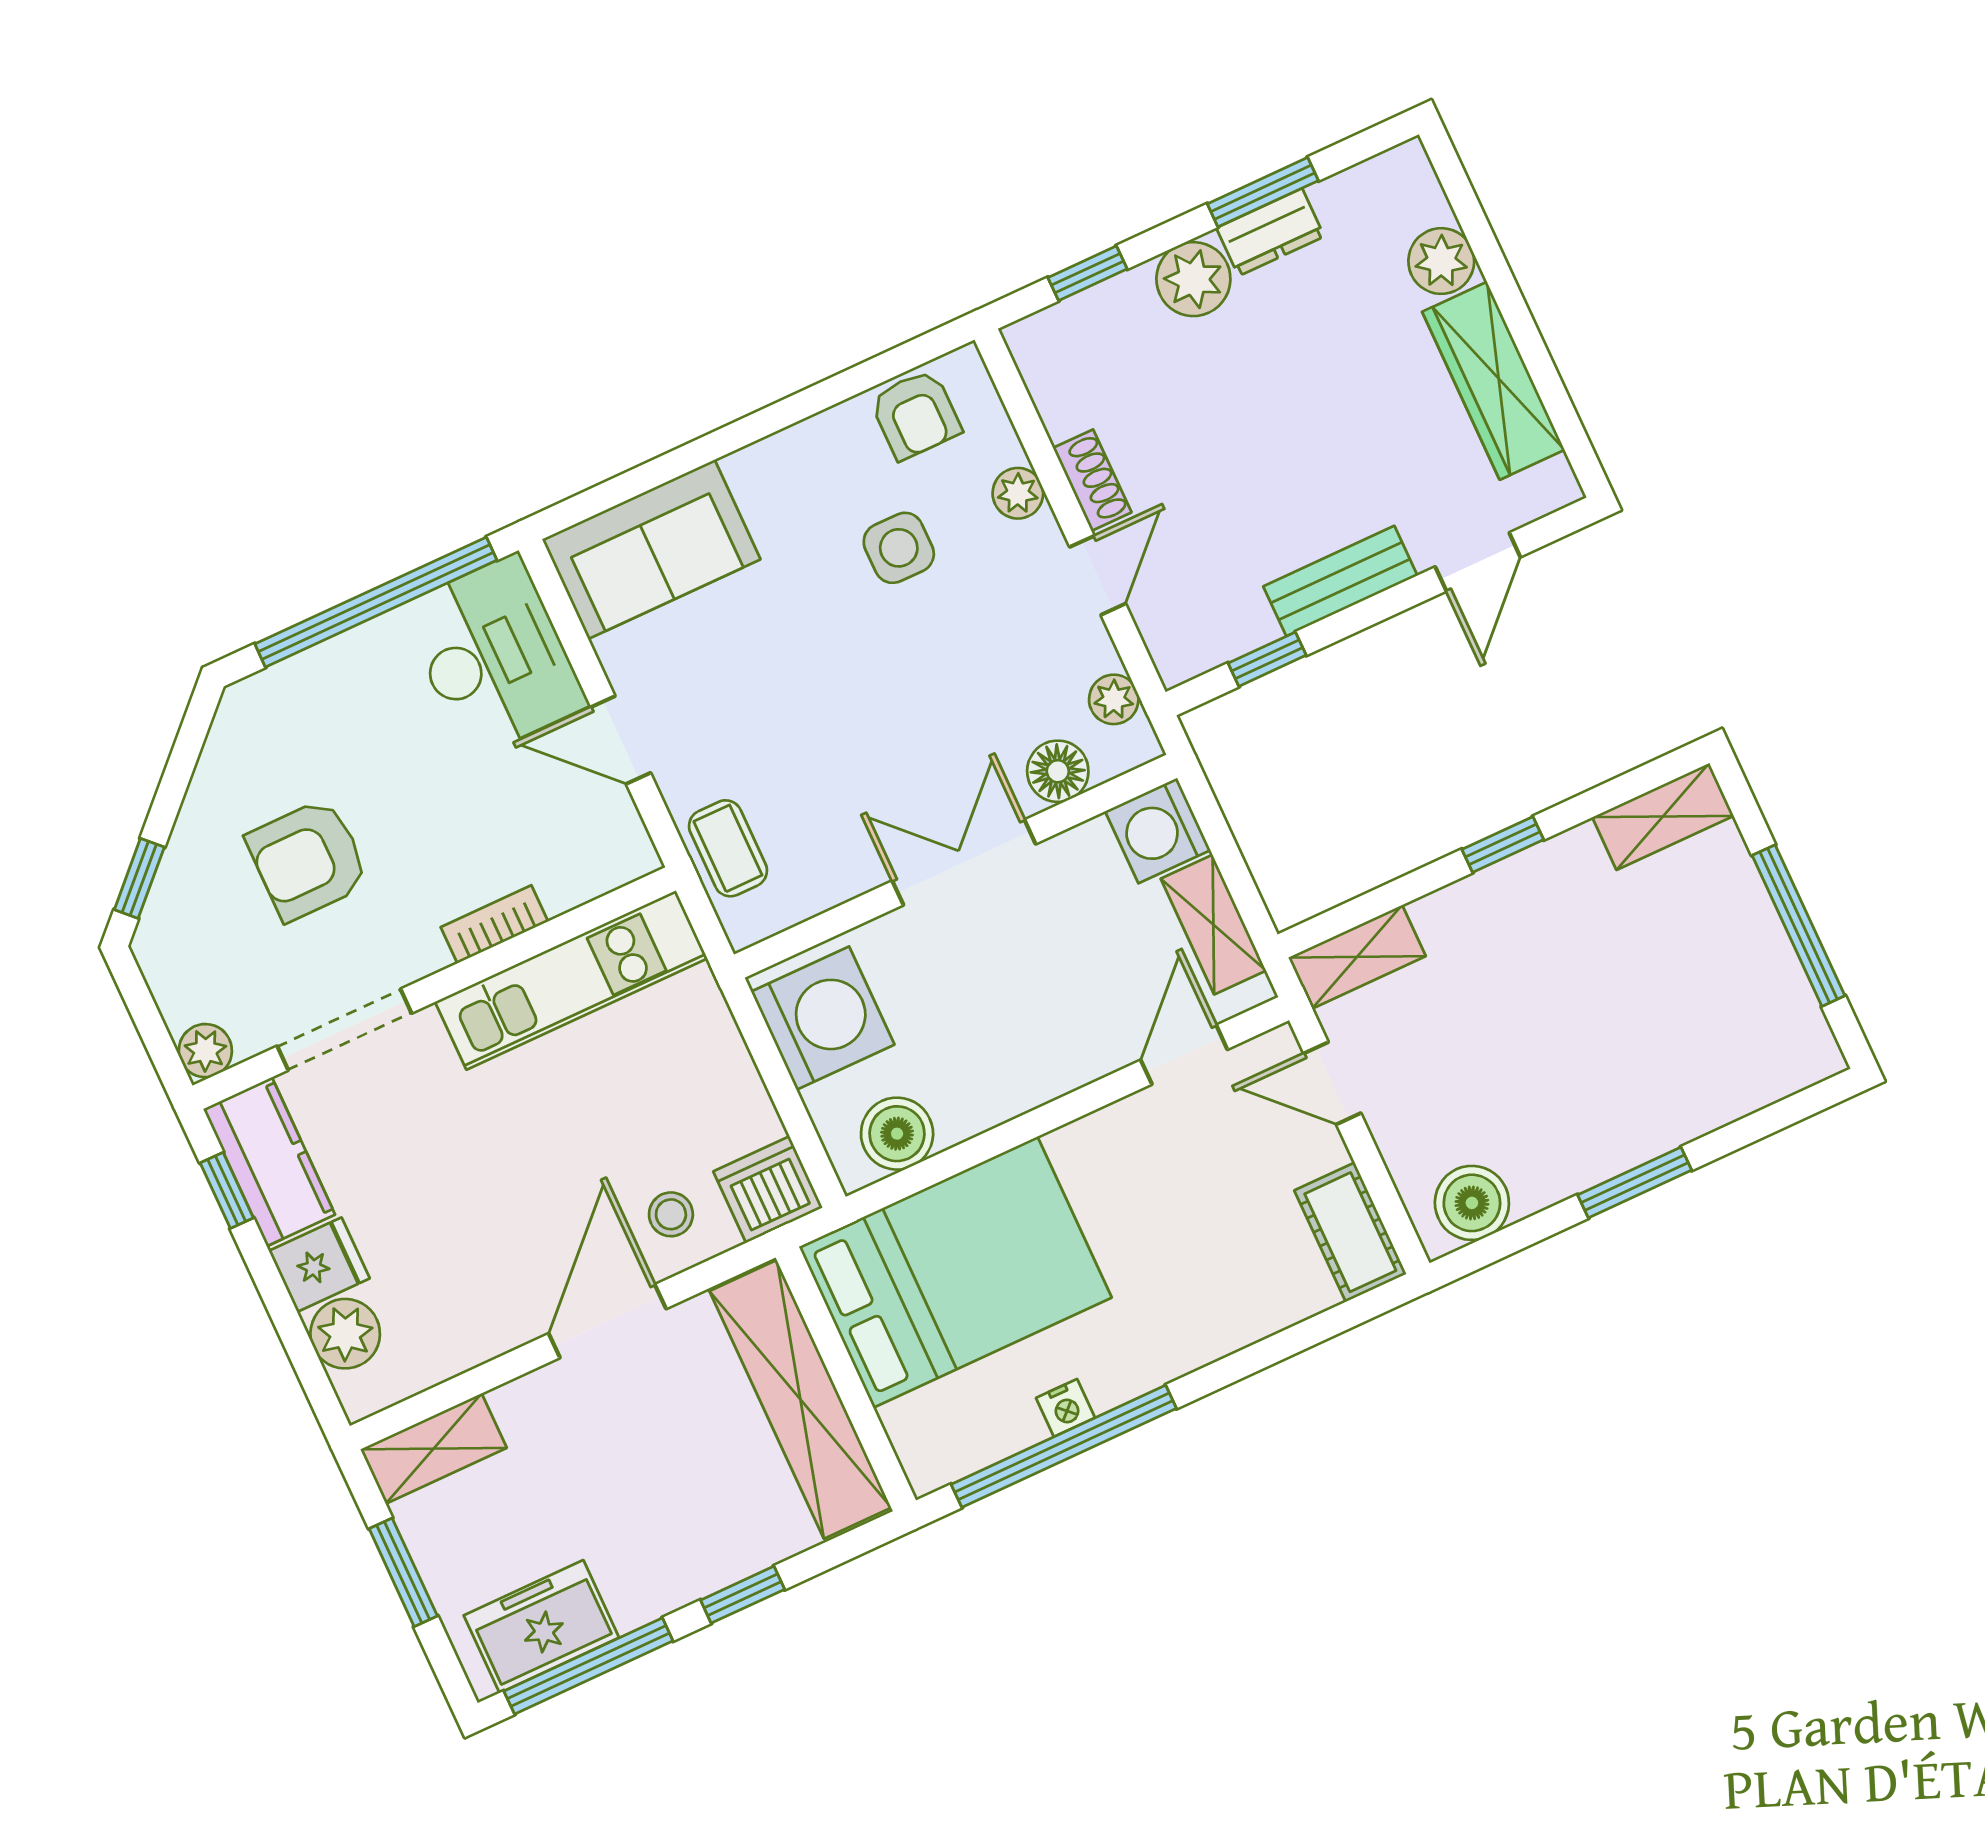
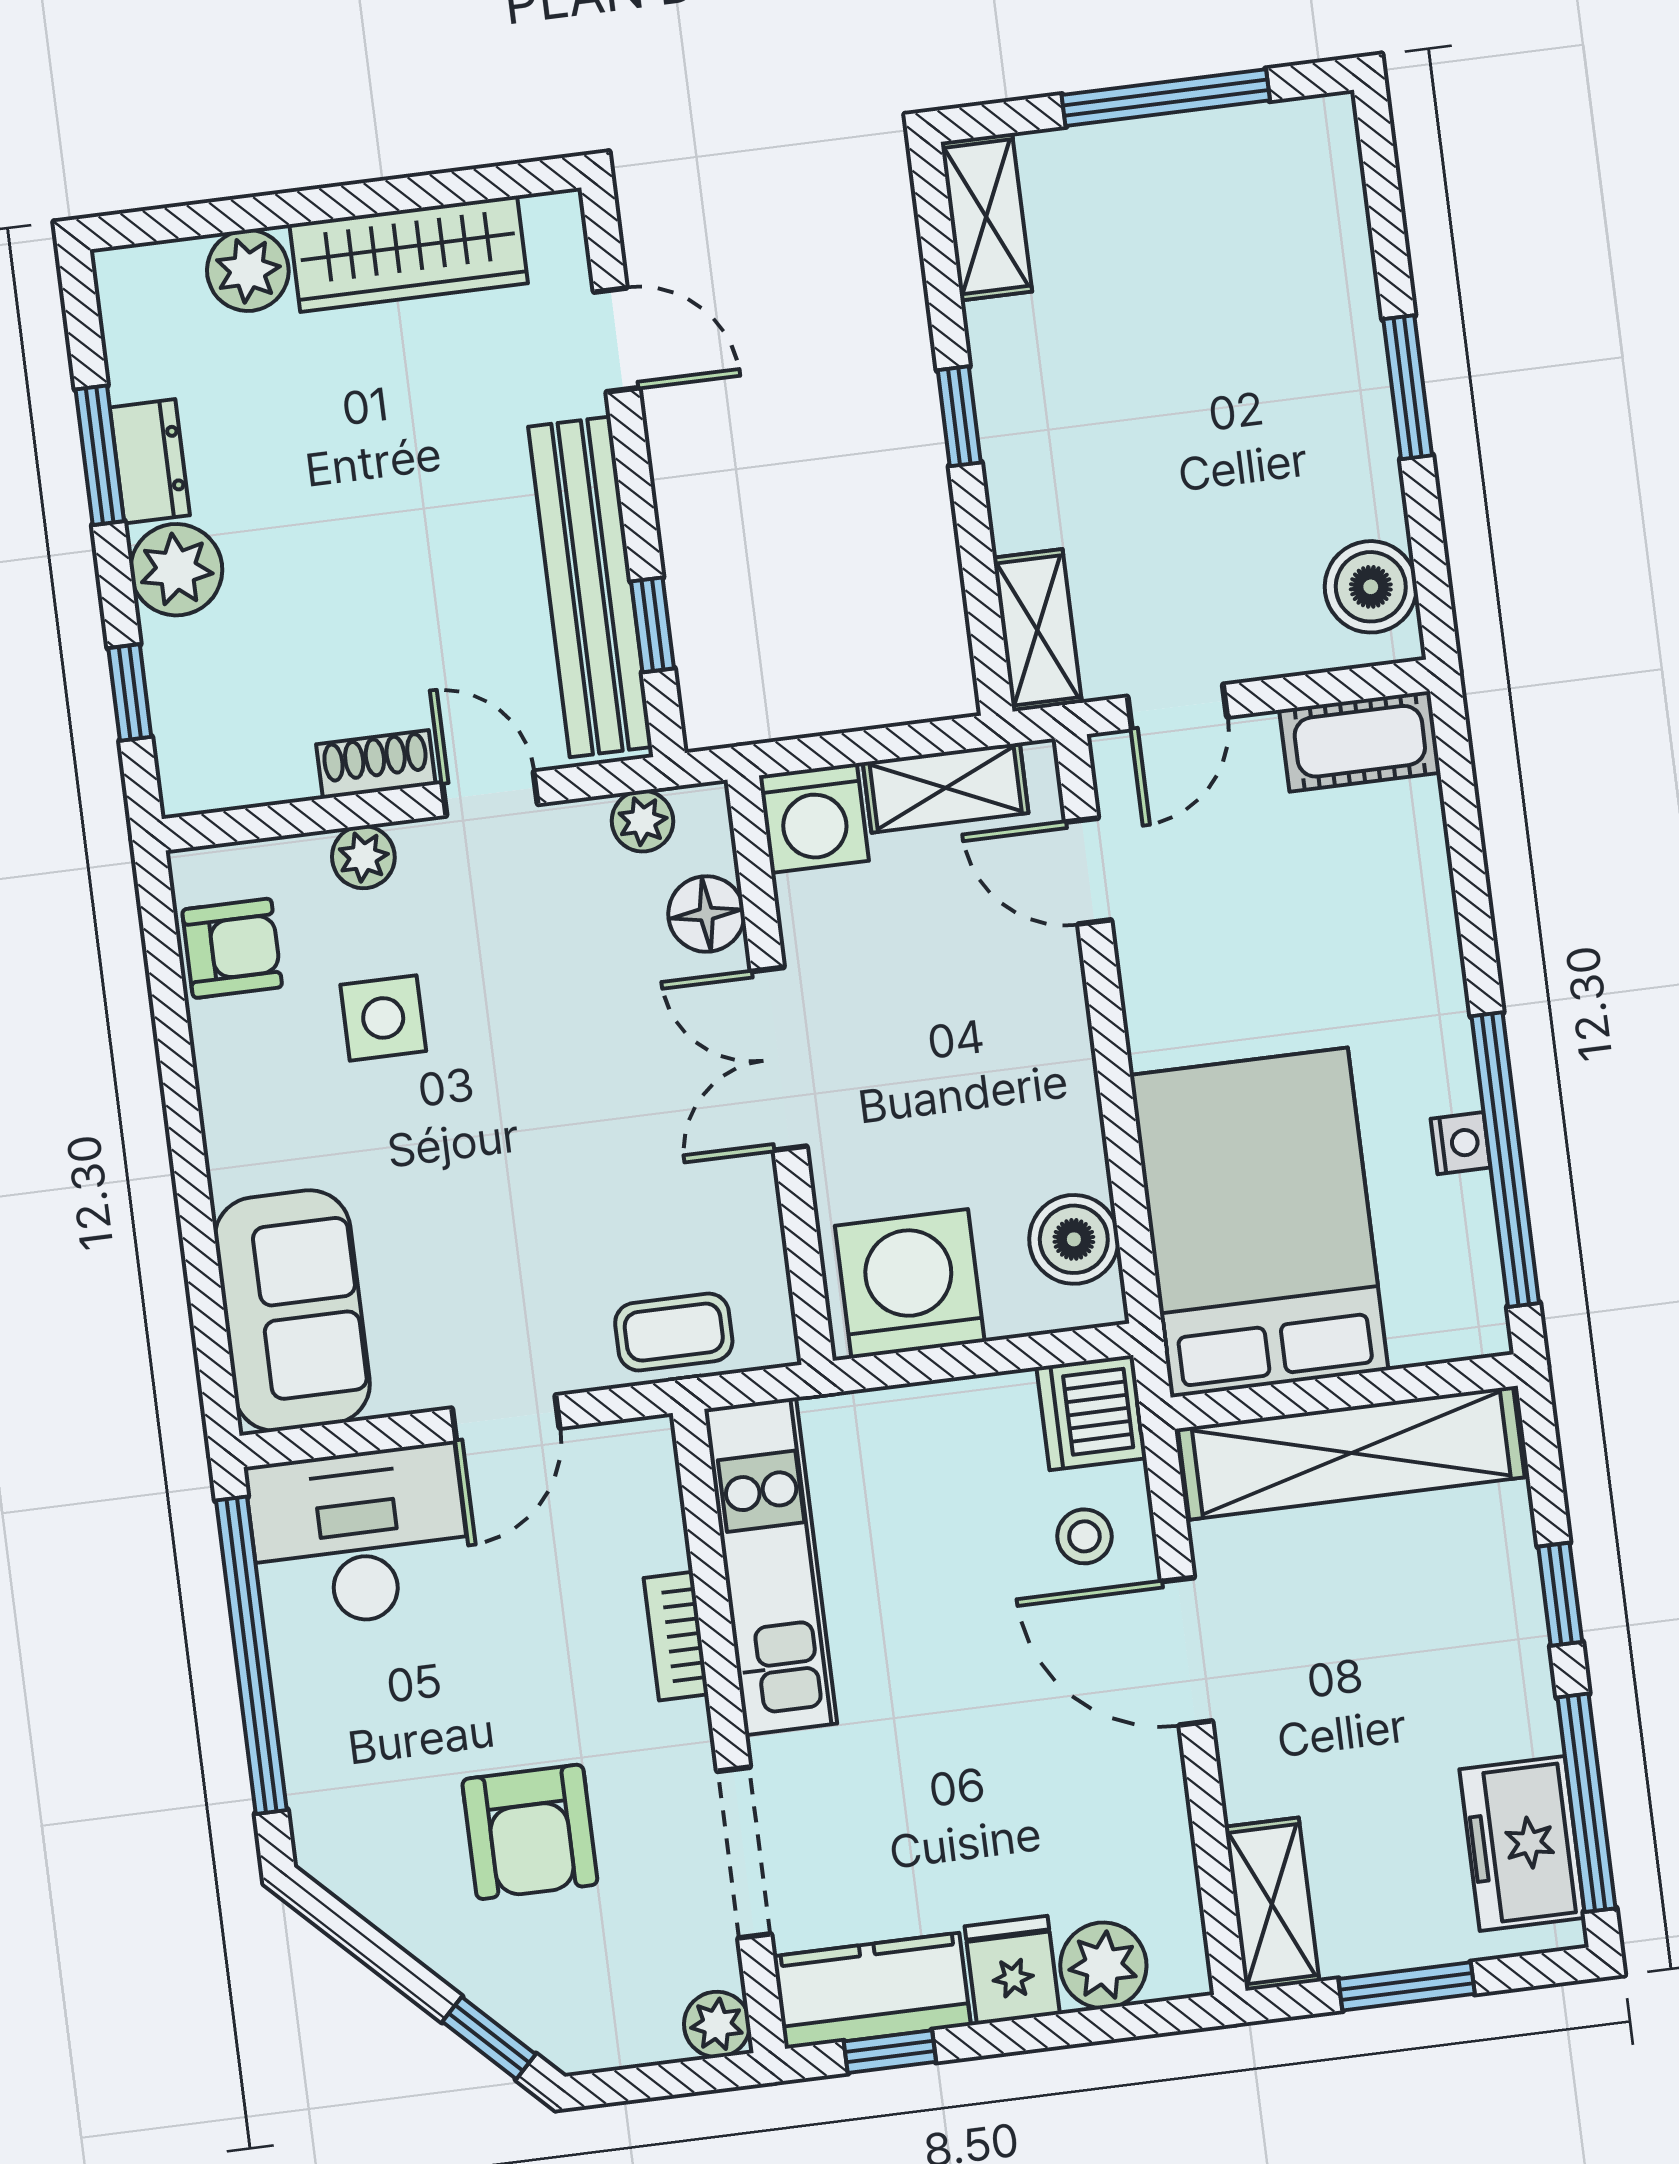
bench: (1340, 581) -> (590, 587), width x1.86, depth x1.21

